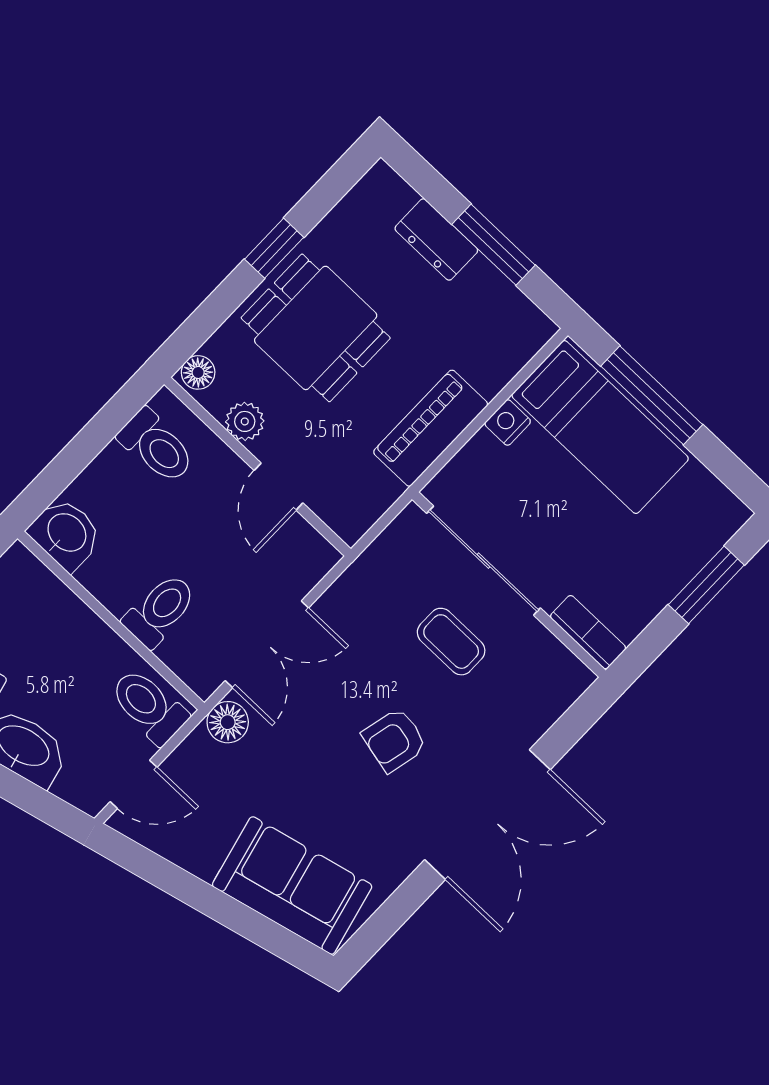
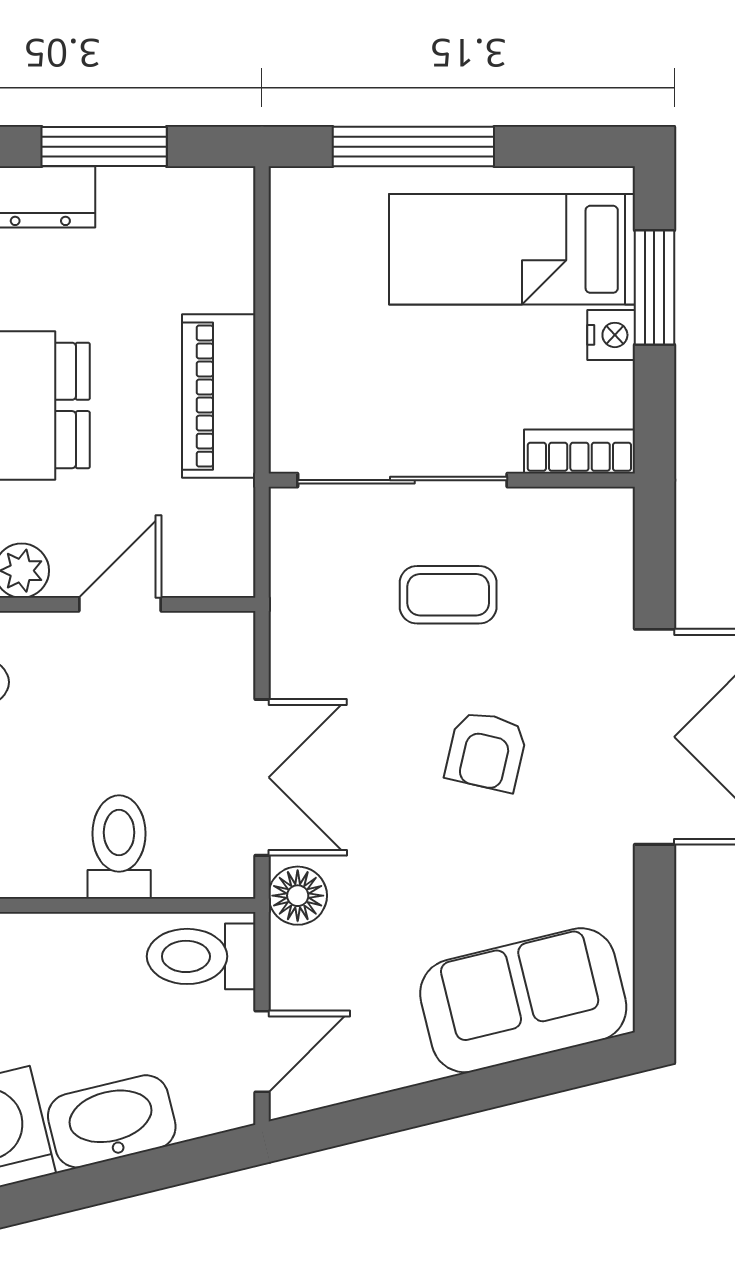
nightstand: (508, 422) -> (611, 335), moved, turned 180
bed: (600, 427) -> (512, 249), moved, turned 180
door: (279, 487) -> (120, 604), swing flipped

